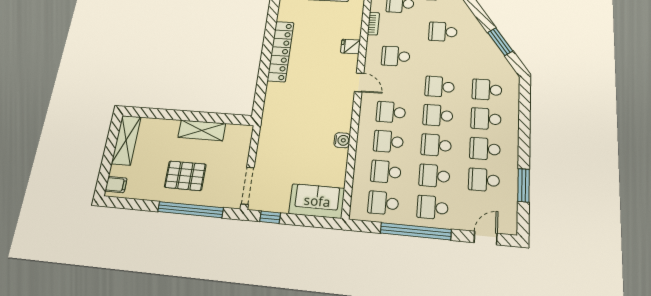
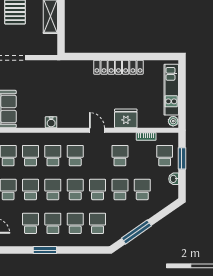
window: (500, 42) -> (136, 232), width x1.44
fridge: (350, 46) -> (126, 118), width x1.88, depth x1.34
school desk: (441, 59) -> (120, 190), added
door: (359, 82) -> (97, 130), swing flipped
window: (524, 185) -> (45, 250), moved

